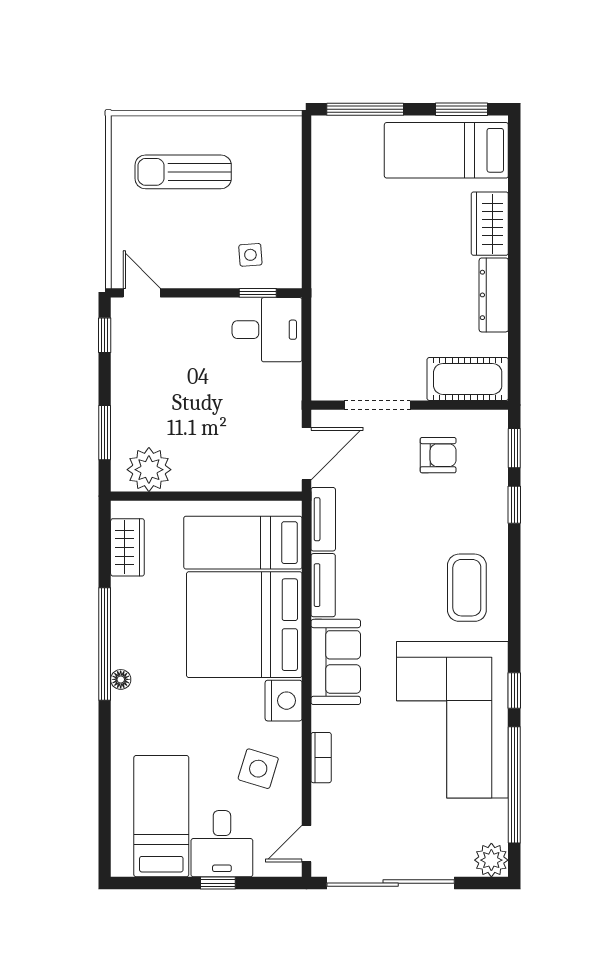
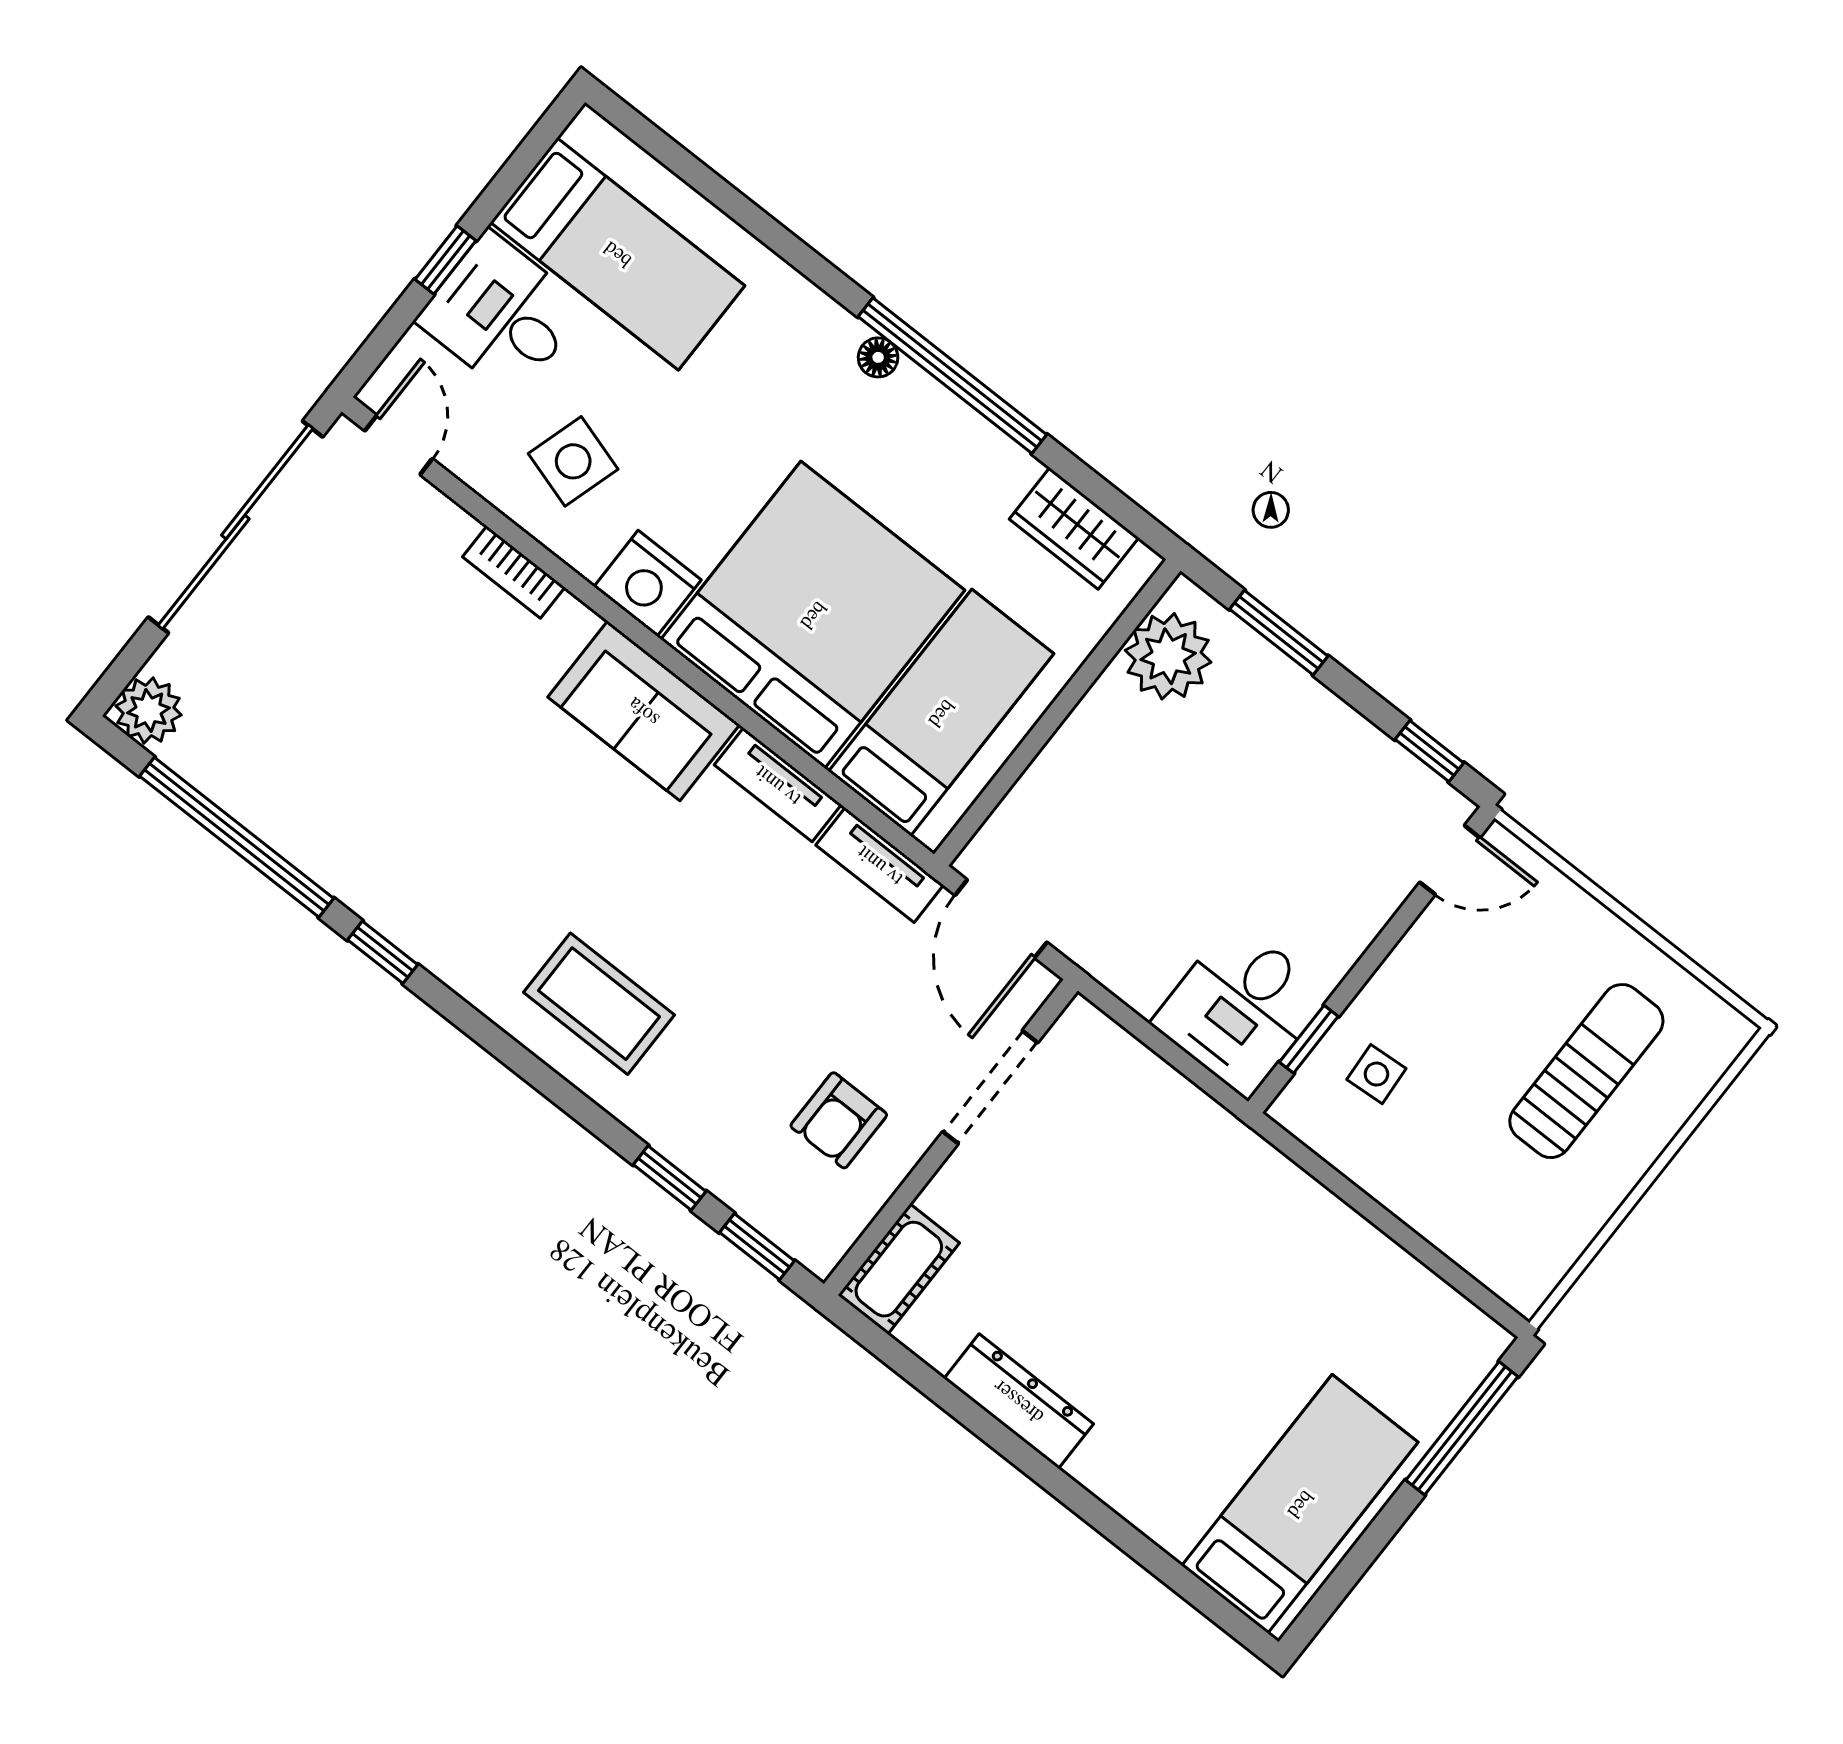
window: (462, 109) -> (1345, 1577), removed
wardrobe: (490, 224) -> (1134, 1482), removed
cot: (468, 379) -> (899, 1269), width x0.73, depth x0.75
corner sofa: (452, 720) -> (413, 821), removed

